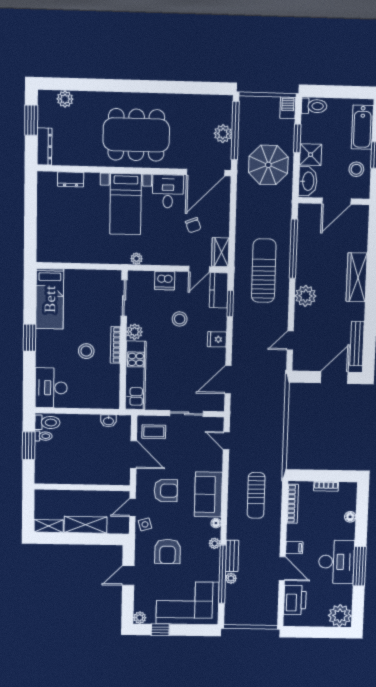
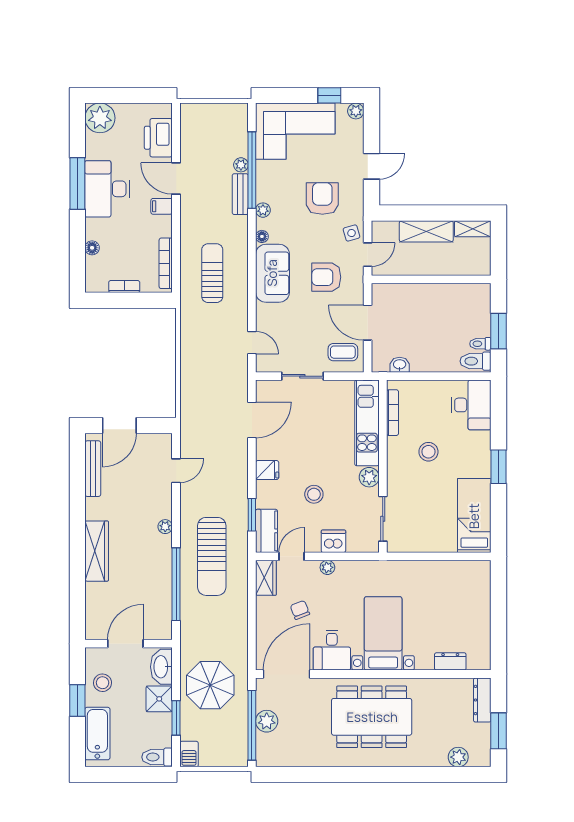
plant: (136, 259) -> (327, 567), moved
plant: (306, 296) -> (165, 527), width x0.53, depth x0.53
bookcase: (115, 345) -> (392, 413), moved

